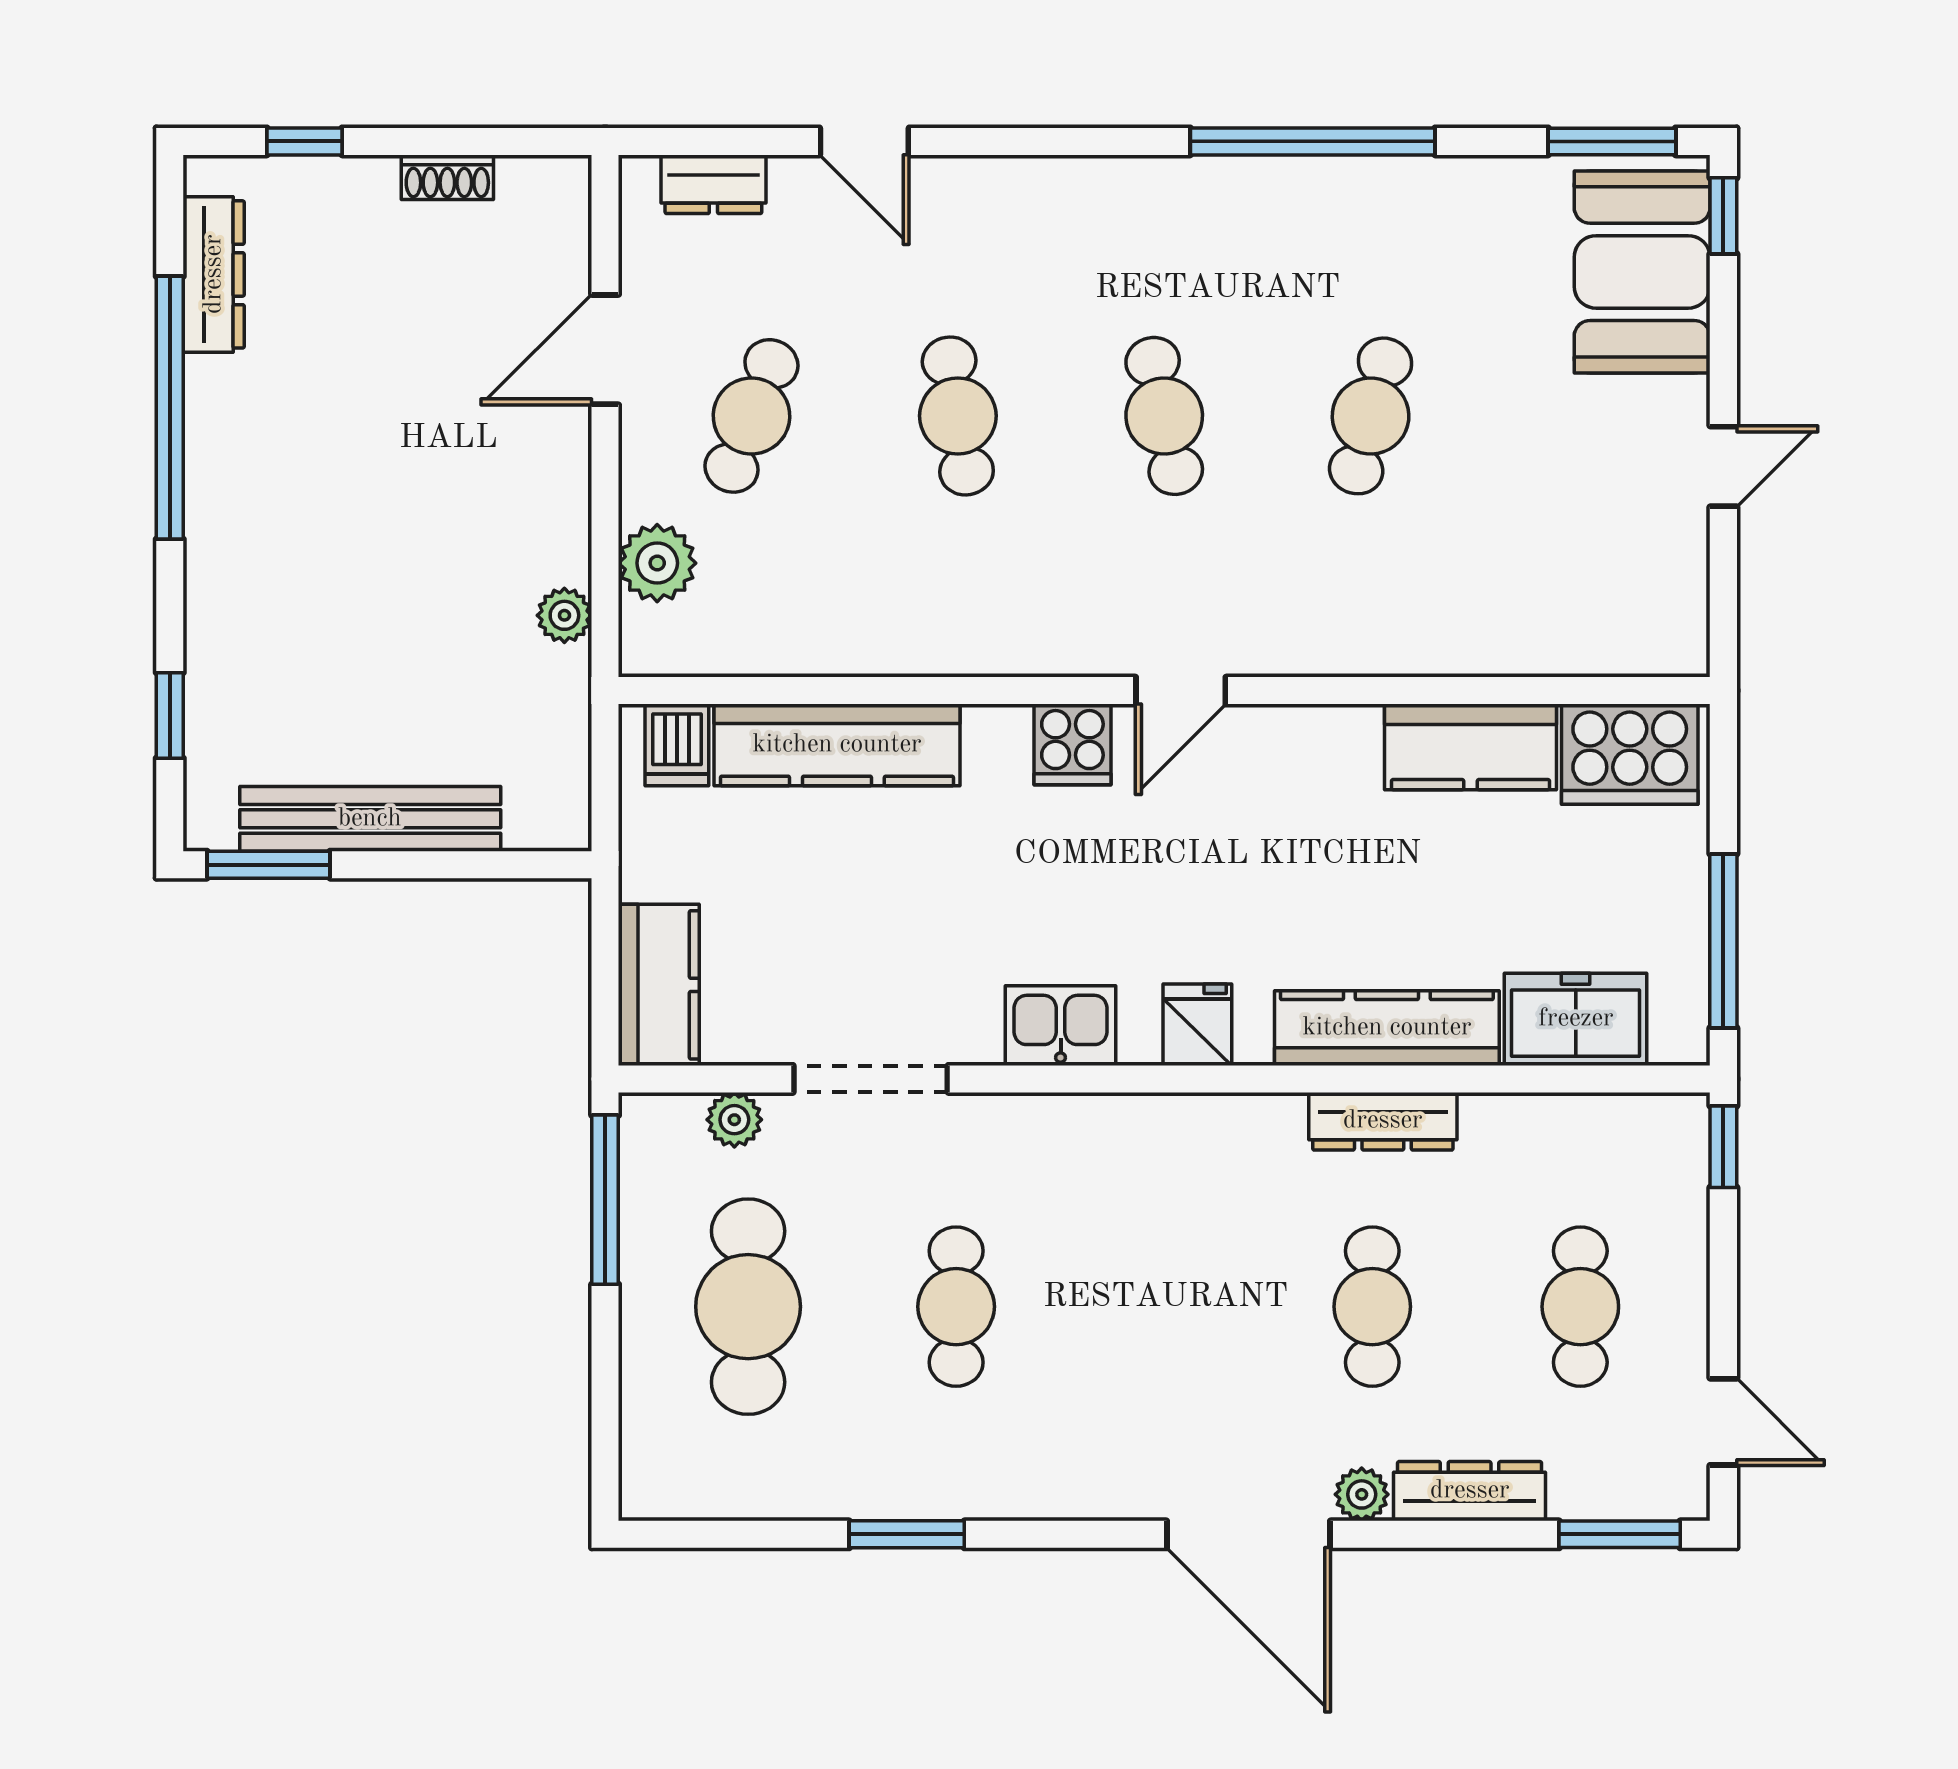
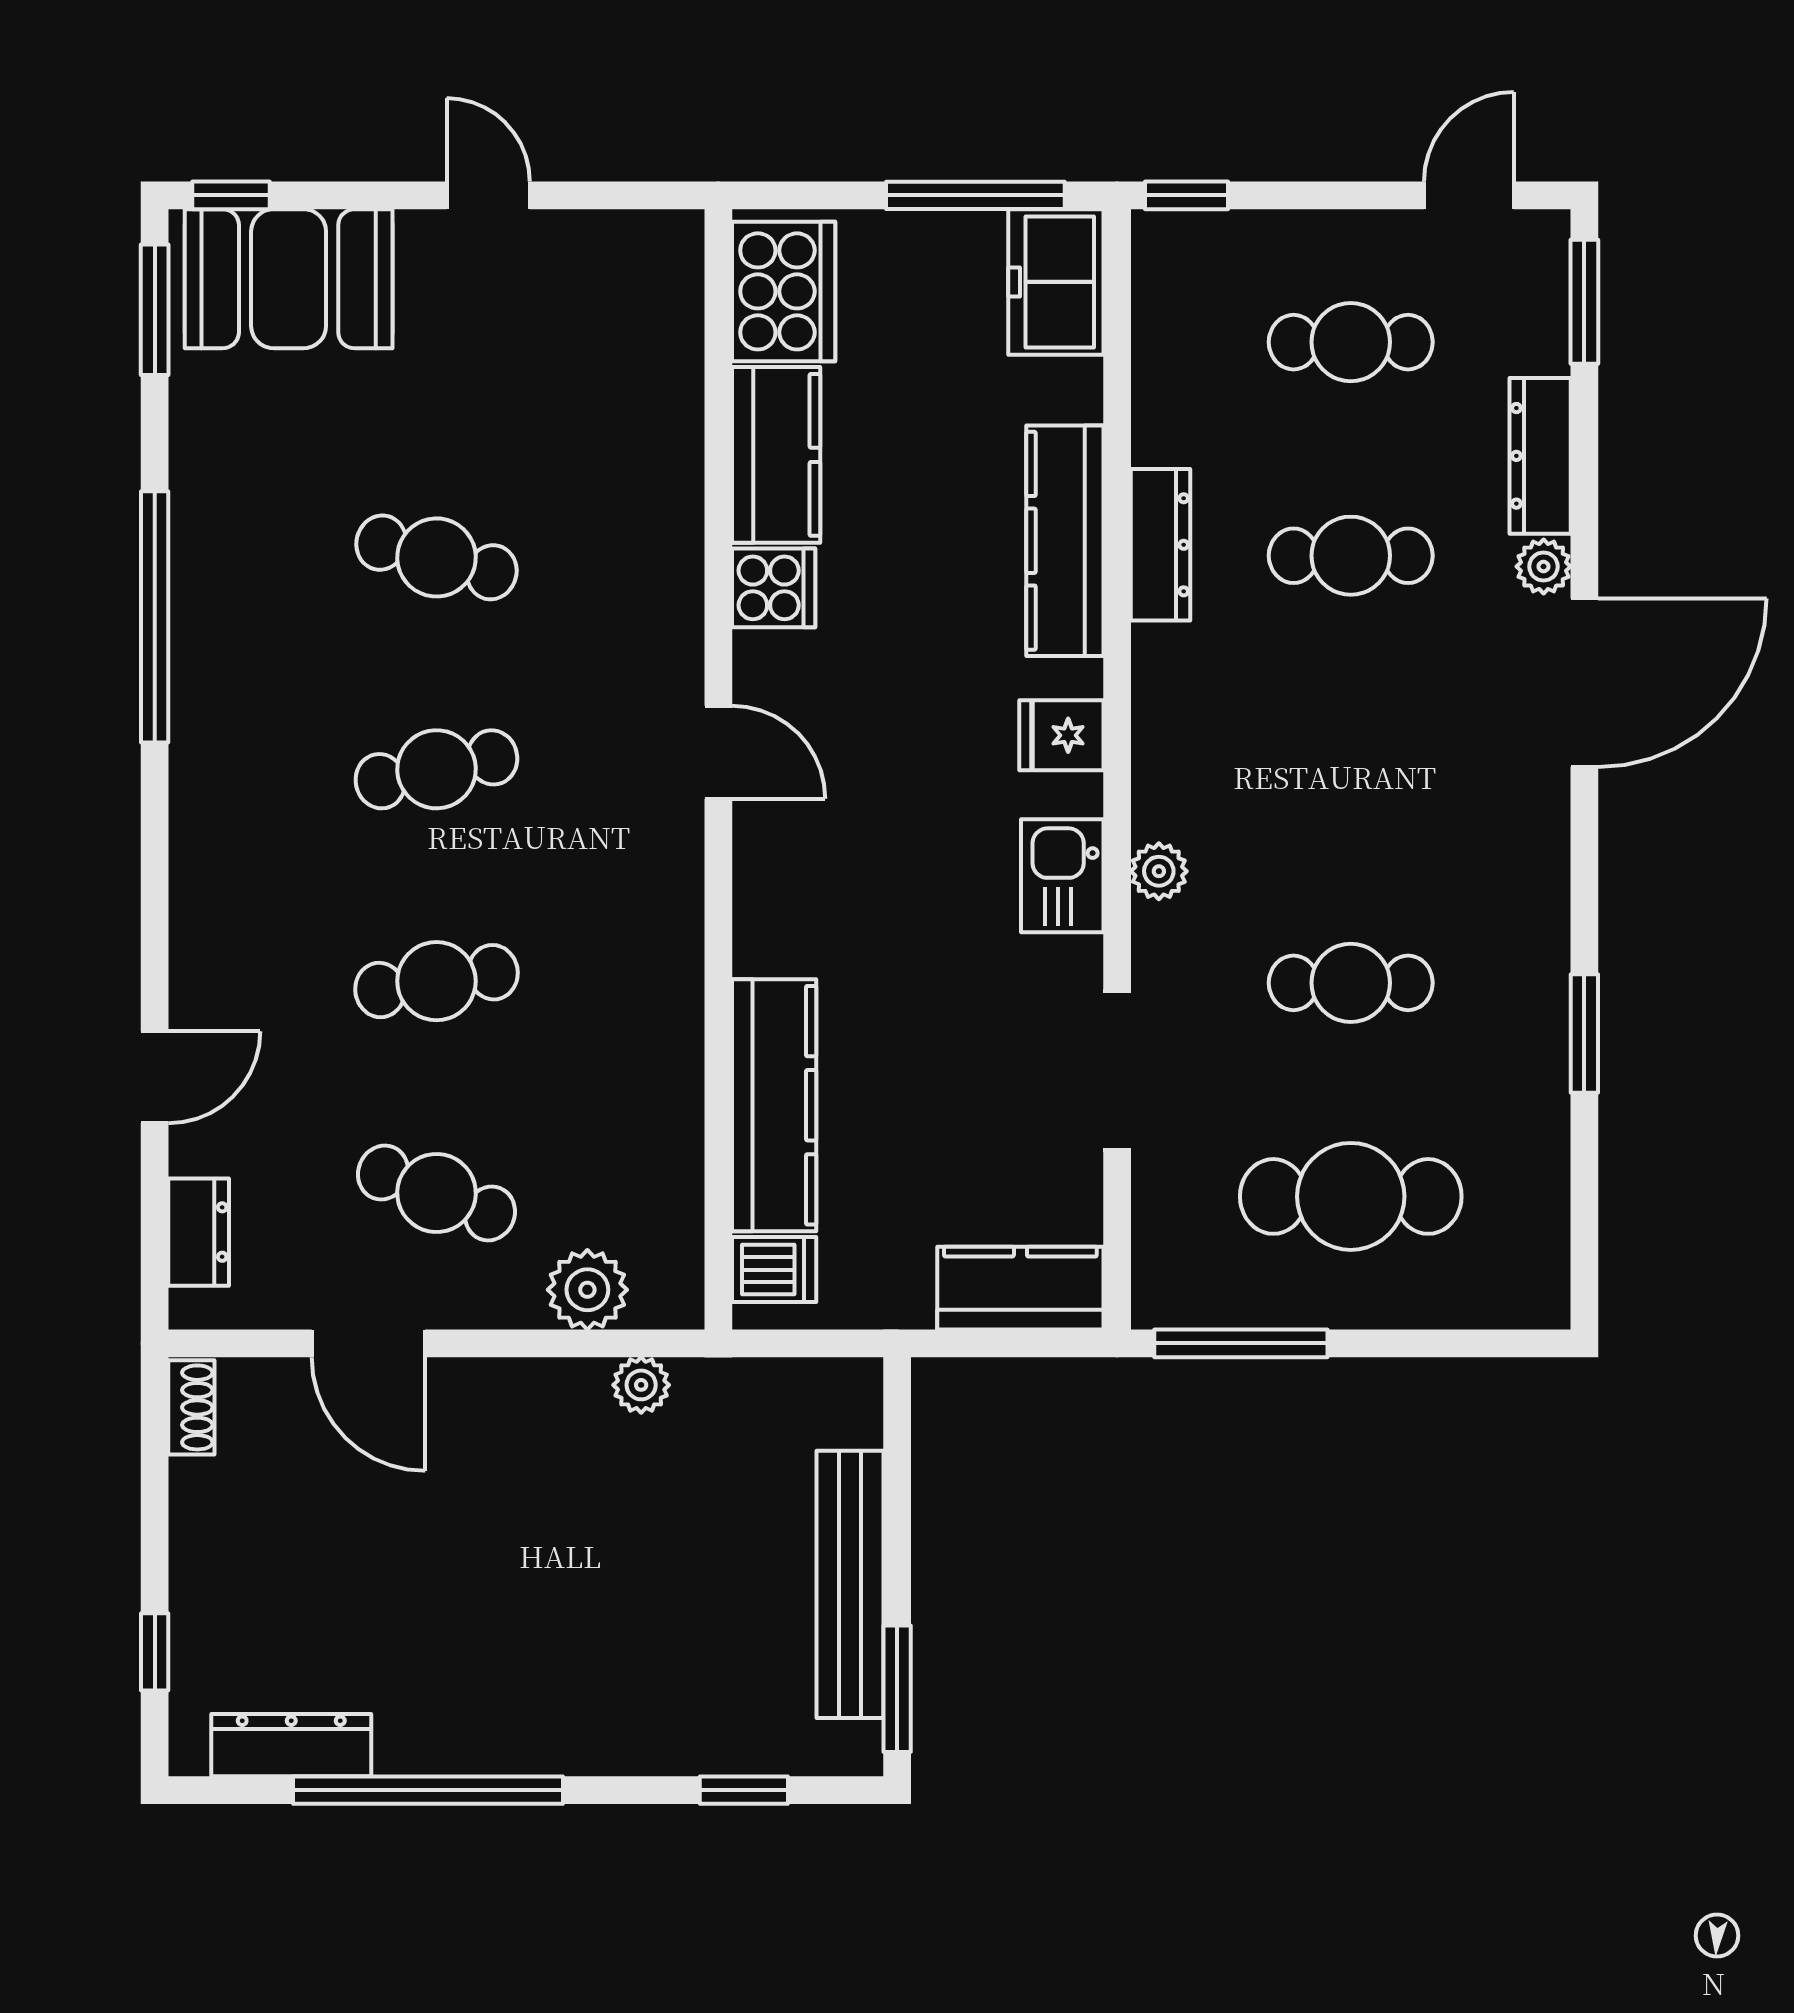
shoe rack: (447, 177) -> (191, 1407), moved
cooker: (1072, 744) -> (774, 588), moved
freezer: (1576, 1019) -> (1056, 282), moved
plant: (734, 1120) -> (1159, 871), moved

